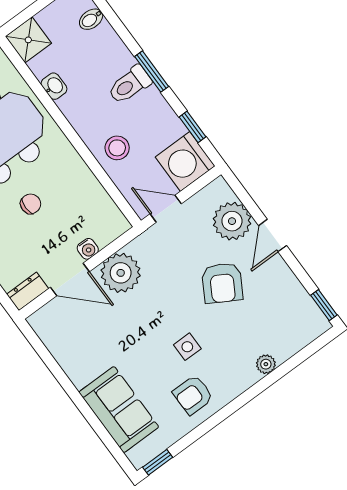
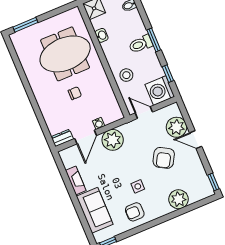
door: (273, 236) -> (196, 140), hinge flipped
door: (70, 279) -> (86, 137), hinge flipped
fireplace: (71, 364) -> (76, 181), added
plant: (266, 364) -> (179, 199), width x1.88, depth x1.88

